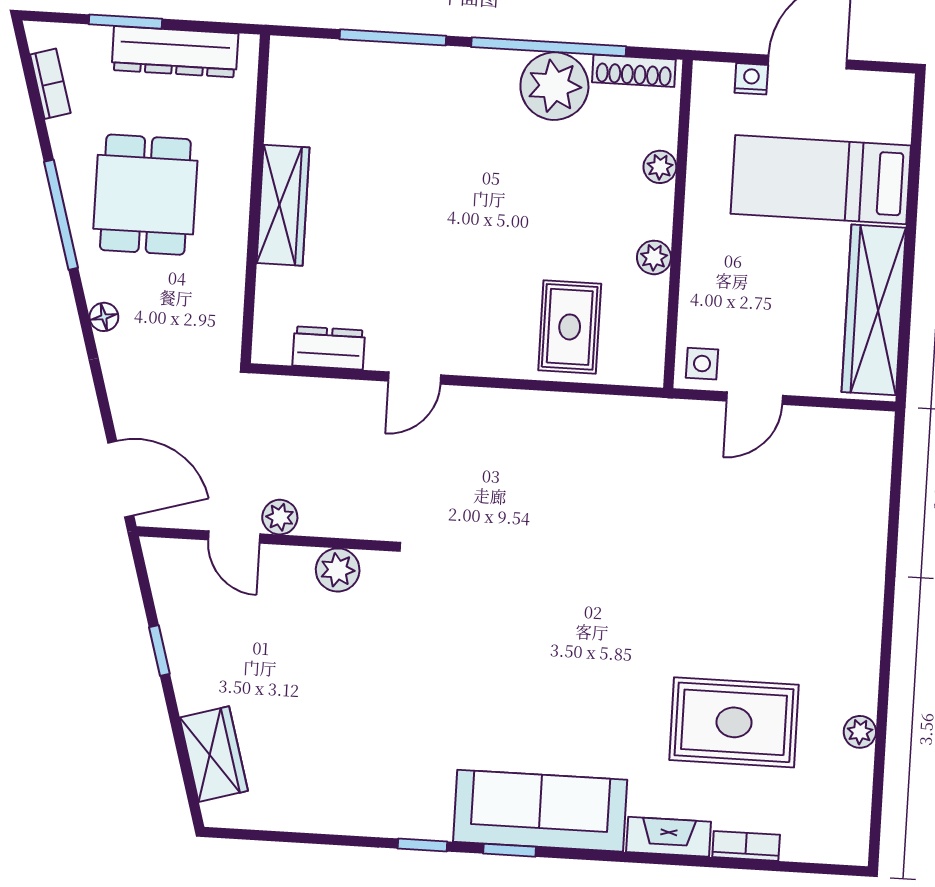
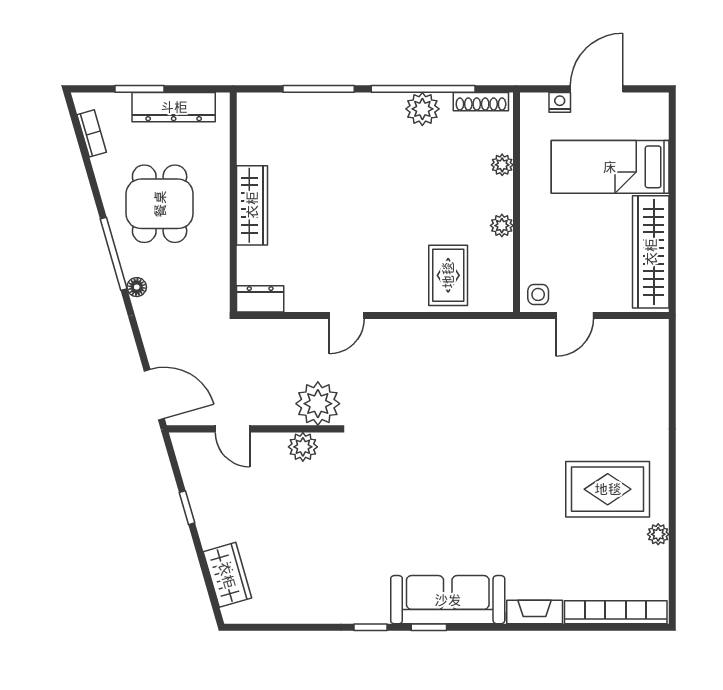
plant: (554, 86) -> (422, 109), width x0.73, depth x0.73
window: (61, 215) -> (114, 254), moved
dresser: (329, 348) -> (260, 299), moved
plant: (280, 517) -> (318, 404), moved, width x1.88, depth x1.88
rug: (734, 722) -> (608, 489), moved
bookcase: (746, 846) -> (616, 612), width x2.31, depth x1.31

